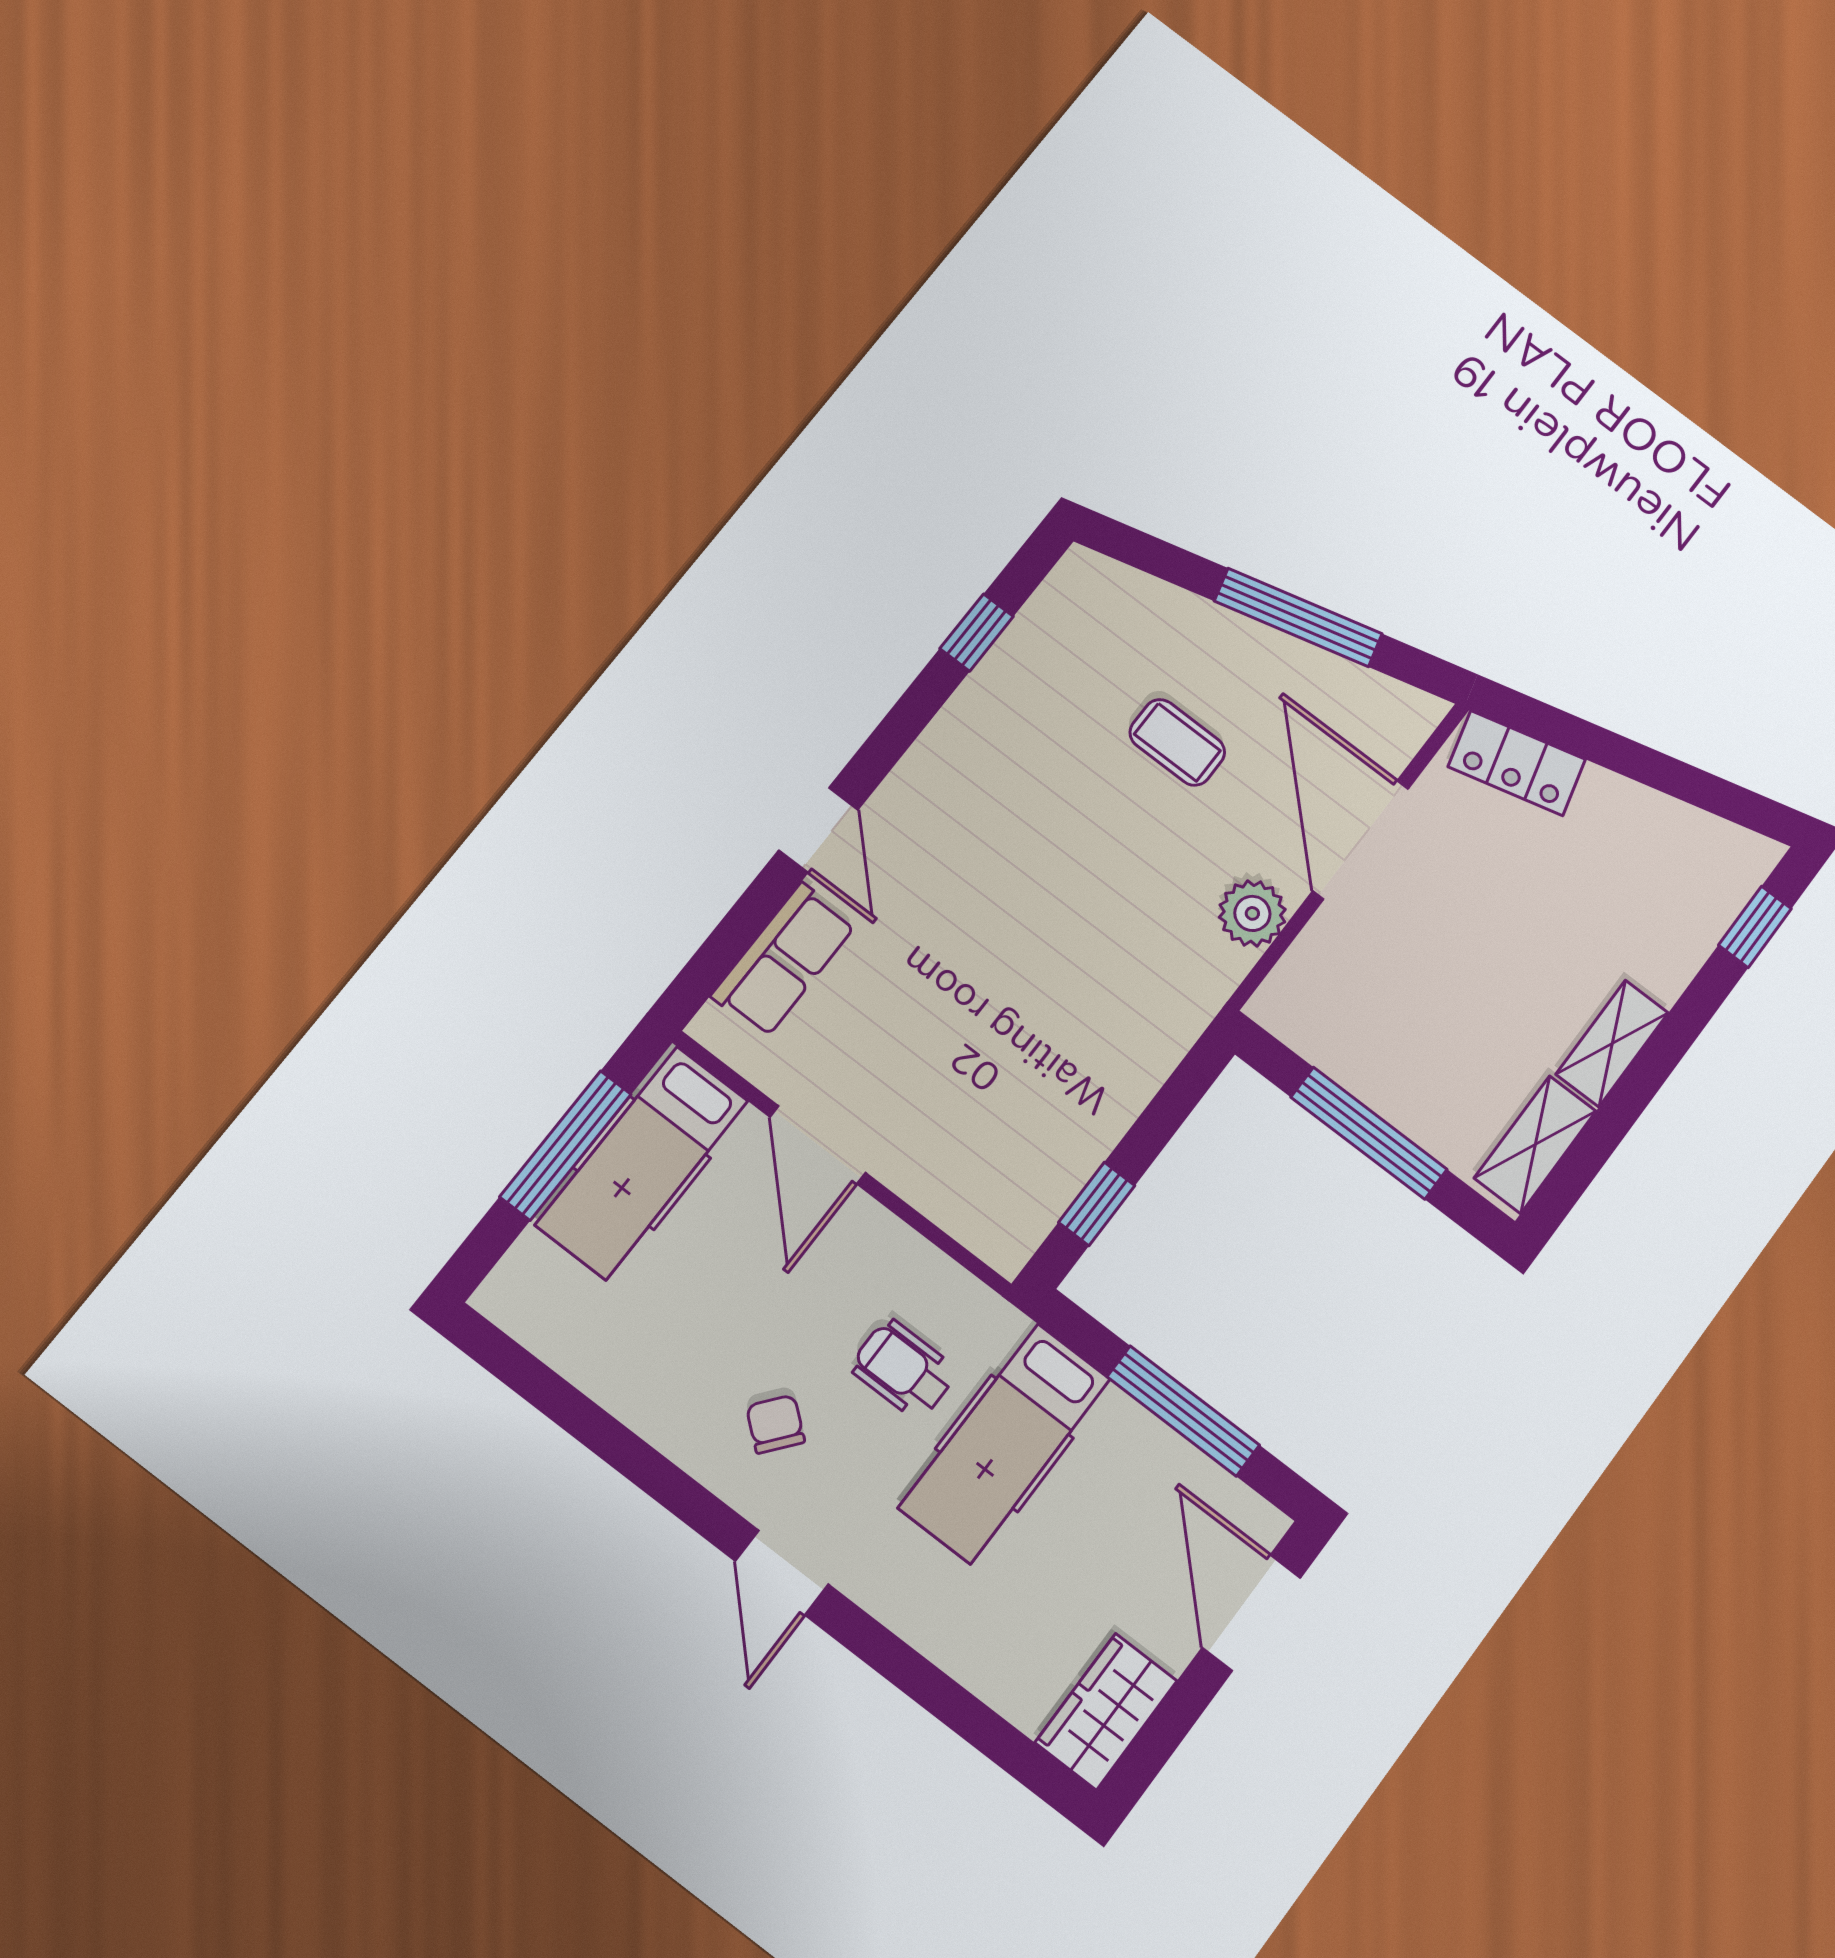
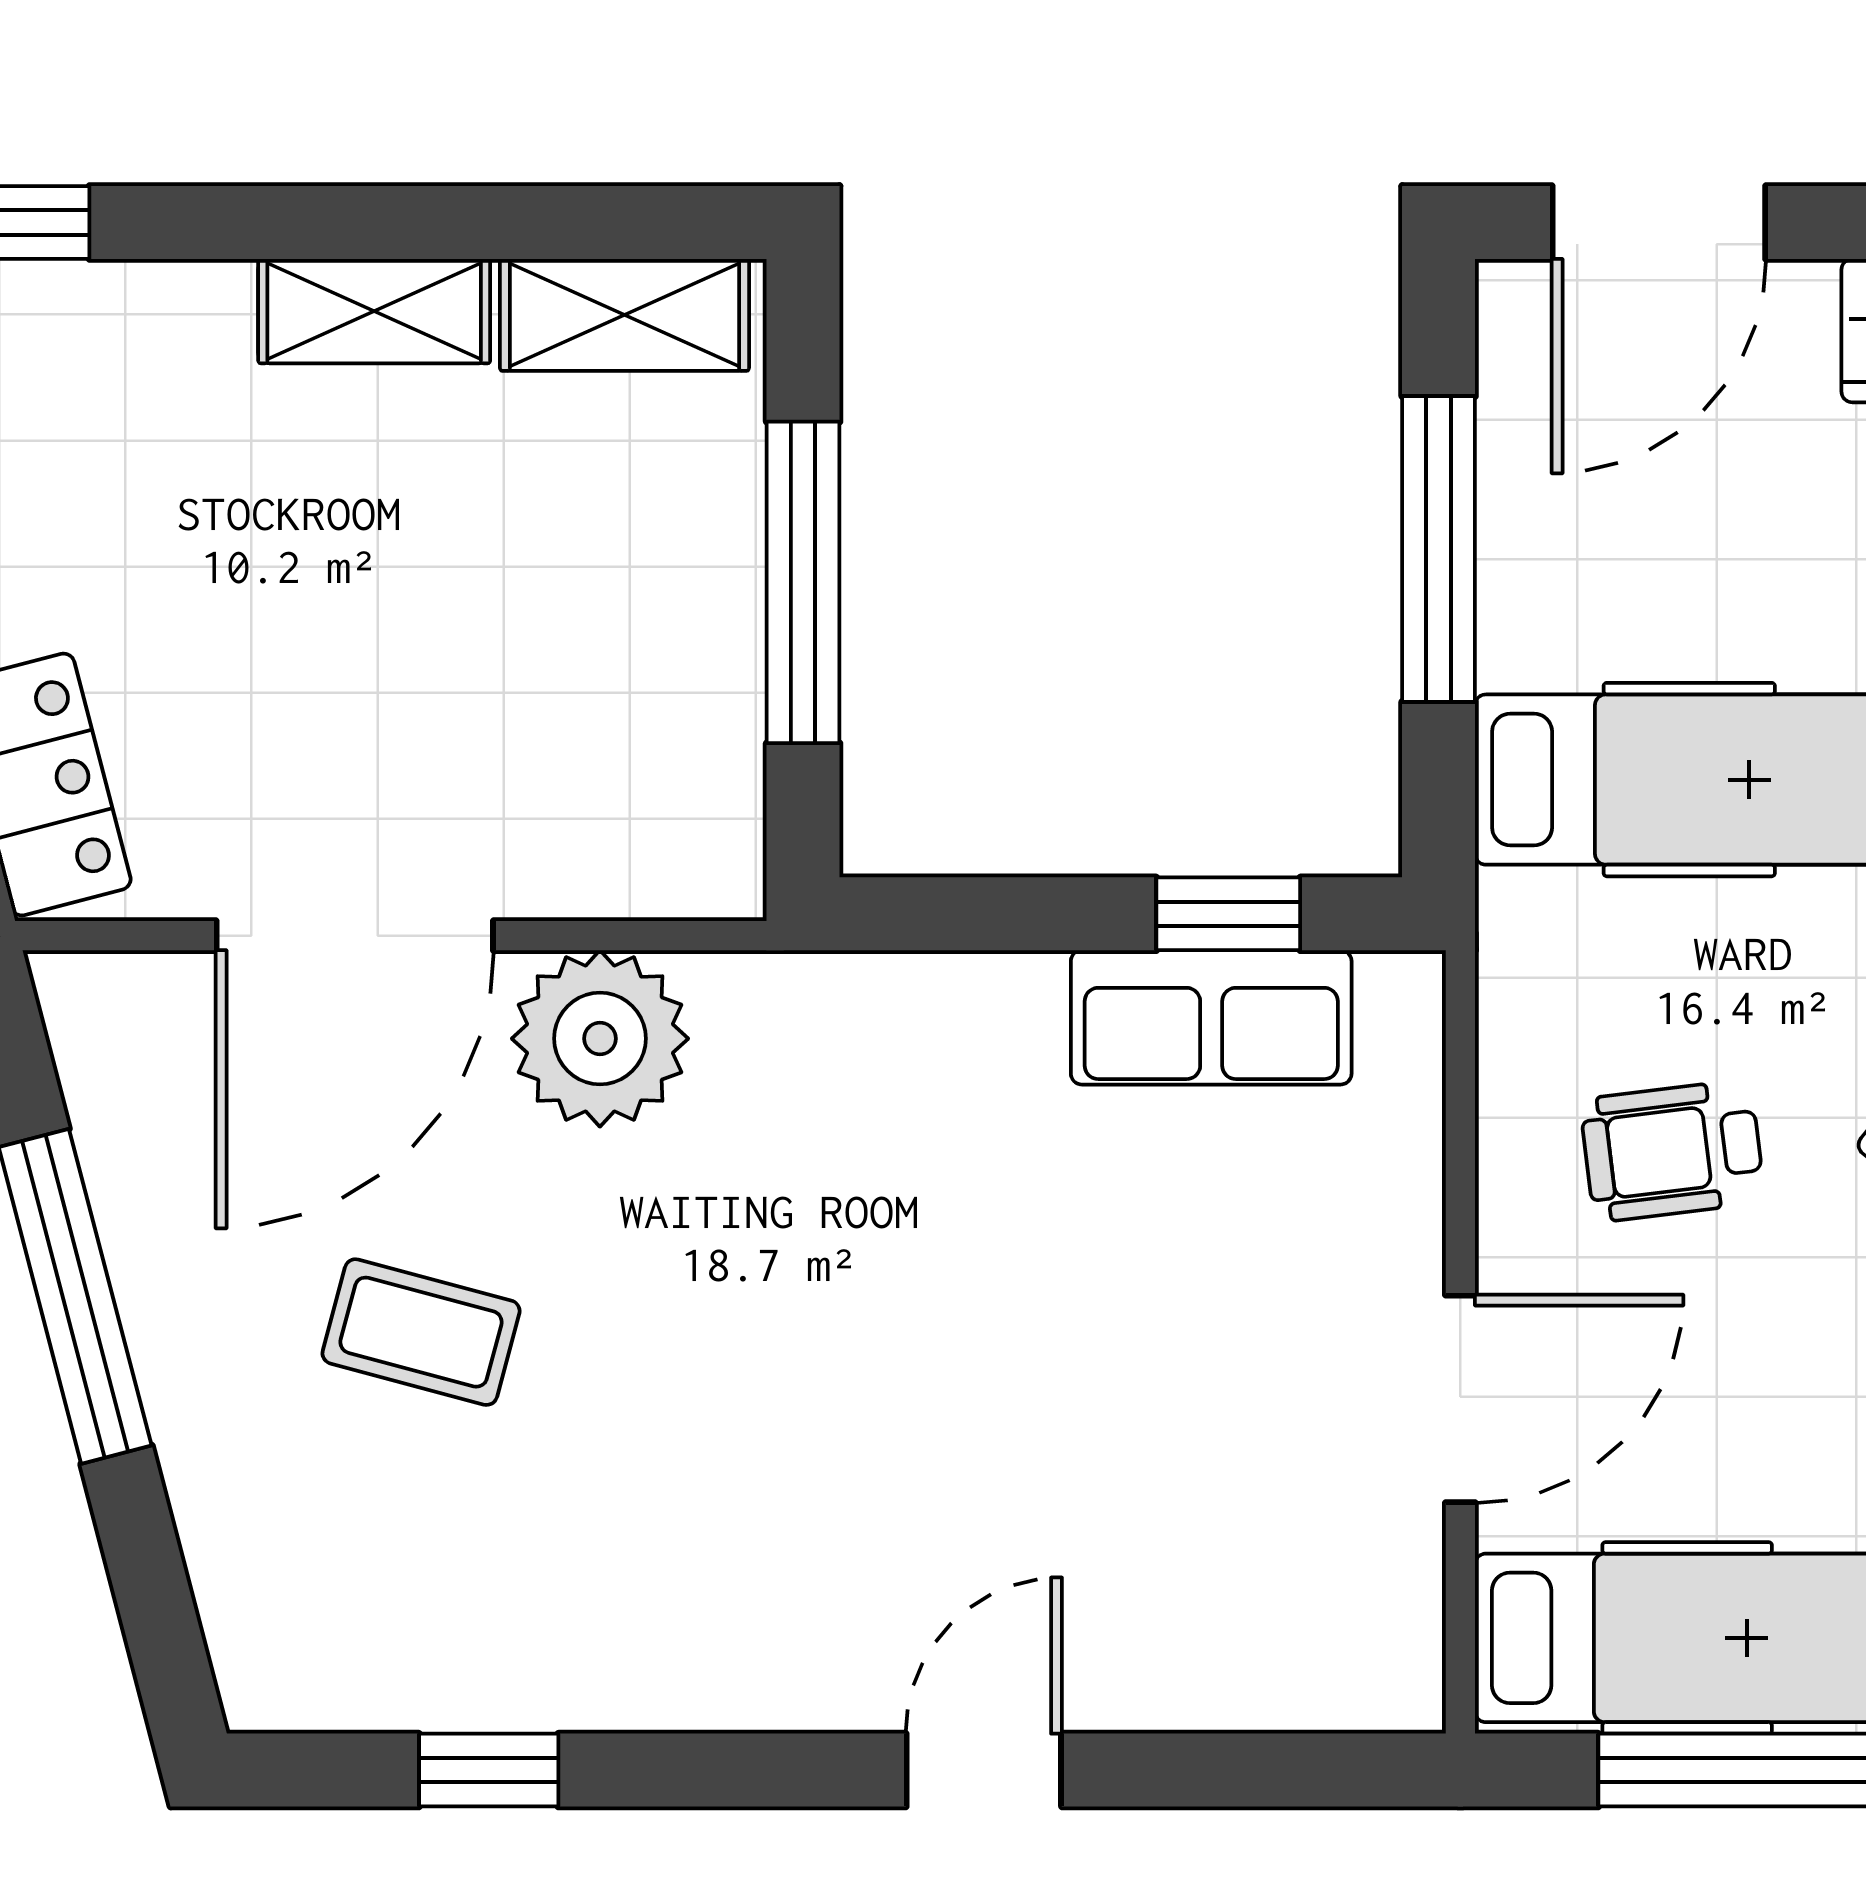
coffee table: (1177, 742) -> (421, 1332), turned -75
plant: (1252, 913) -> (600, 1039), width x1.36, depth x1.36
row of seats: (784, 960) -> (1211, 1017), moved, turned 180
wheelchair: (904, 1369) -> (1672, 1151), moved, turned 83

